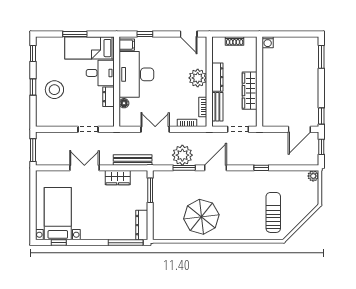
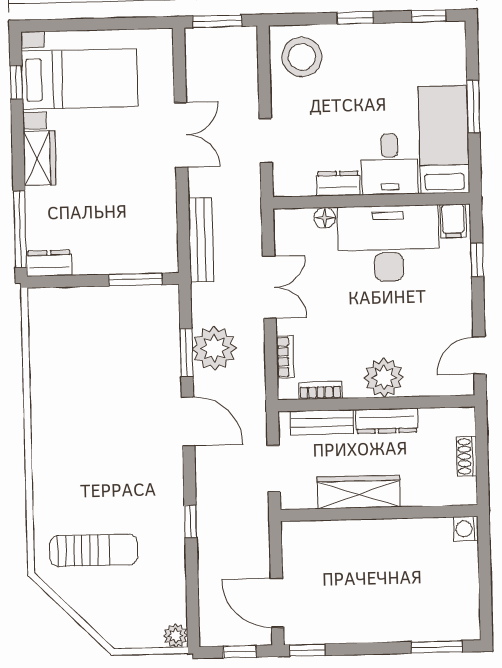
stool: (54, 90) -> (302, 57), moved
wardrobe: (118, 178) -> (40, 158), moved, turned 180
parasol: (201, 217) -> (80, 393), removed
dresser: (142, 225) -> (49, 263), width x0.70

